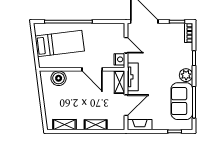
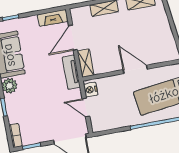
door: (92, 69) -> (135, 69), moved
boiler: (59, 78) -> (157, 55), removed

